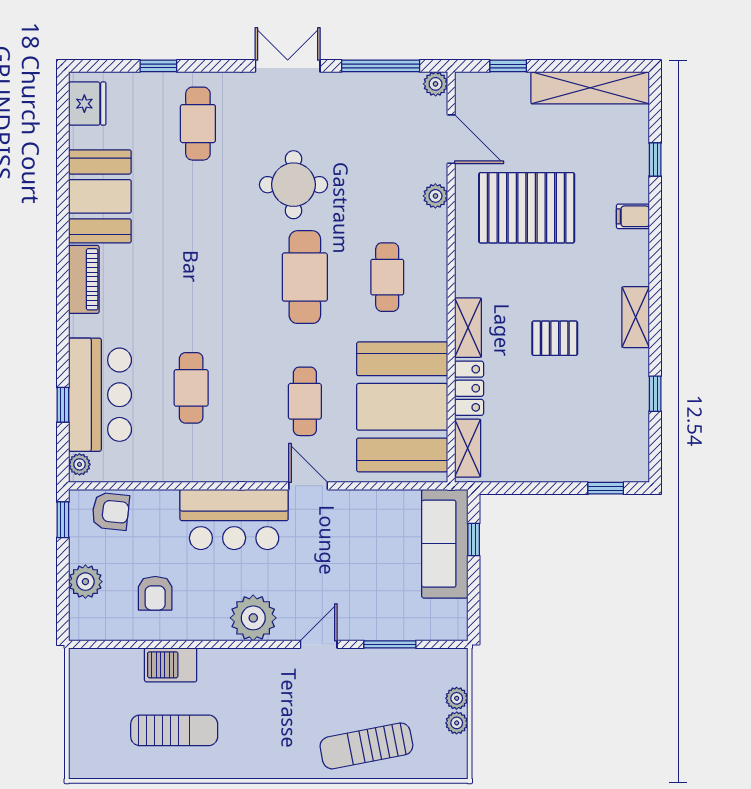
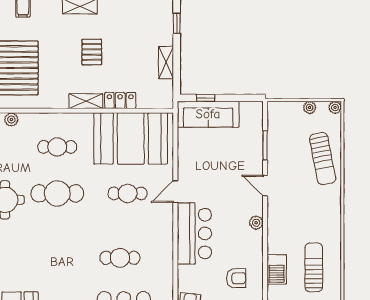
shelving: (468, 448) -> (166, 63), moved, turned 90
plant: (253, 618) -> (256, 223), width x0.53, depth x0.53
plant: (457, 698) -> (335, 108), moved

